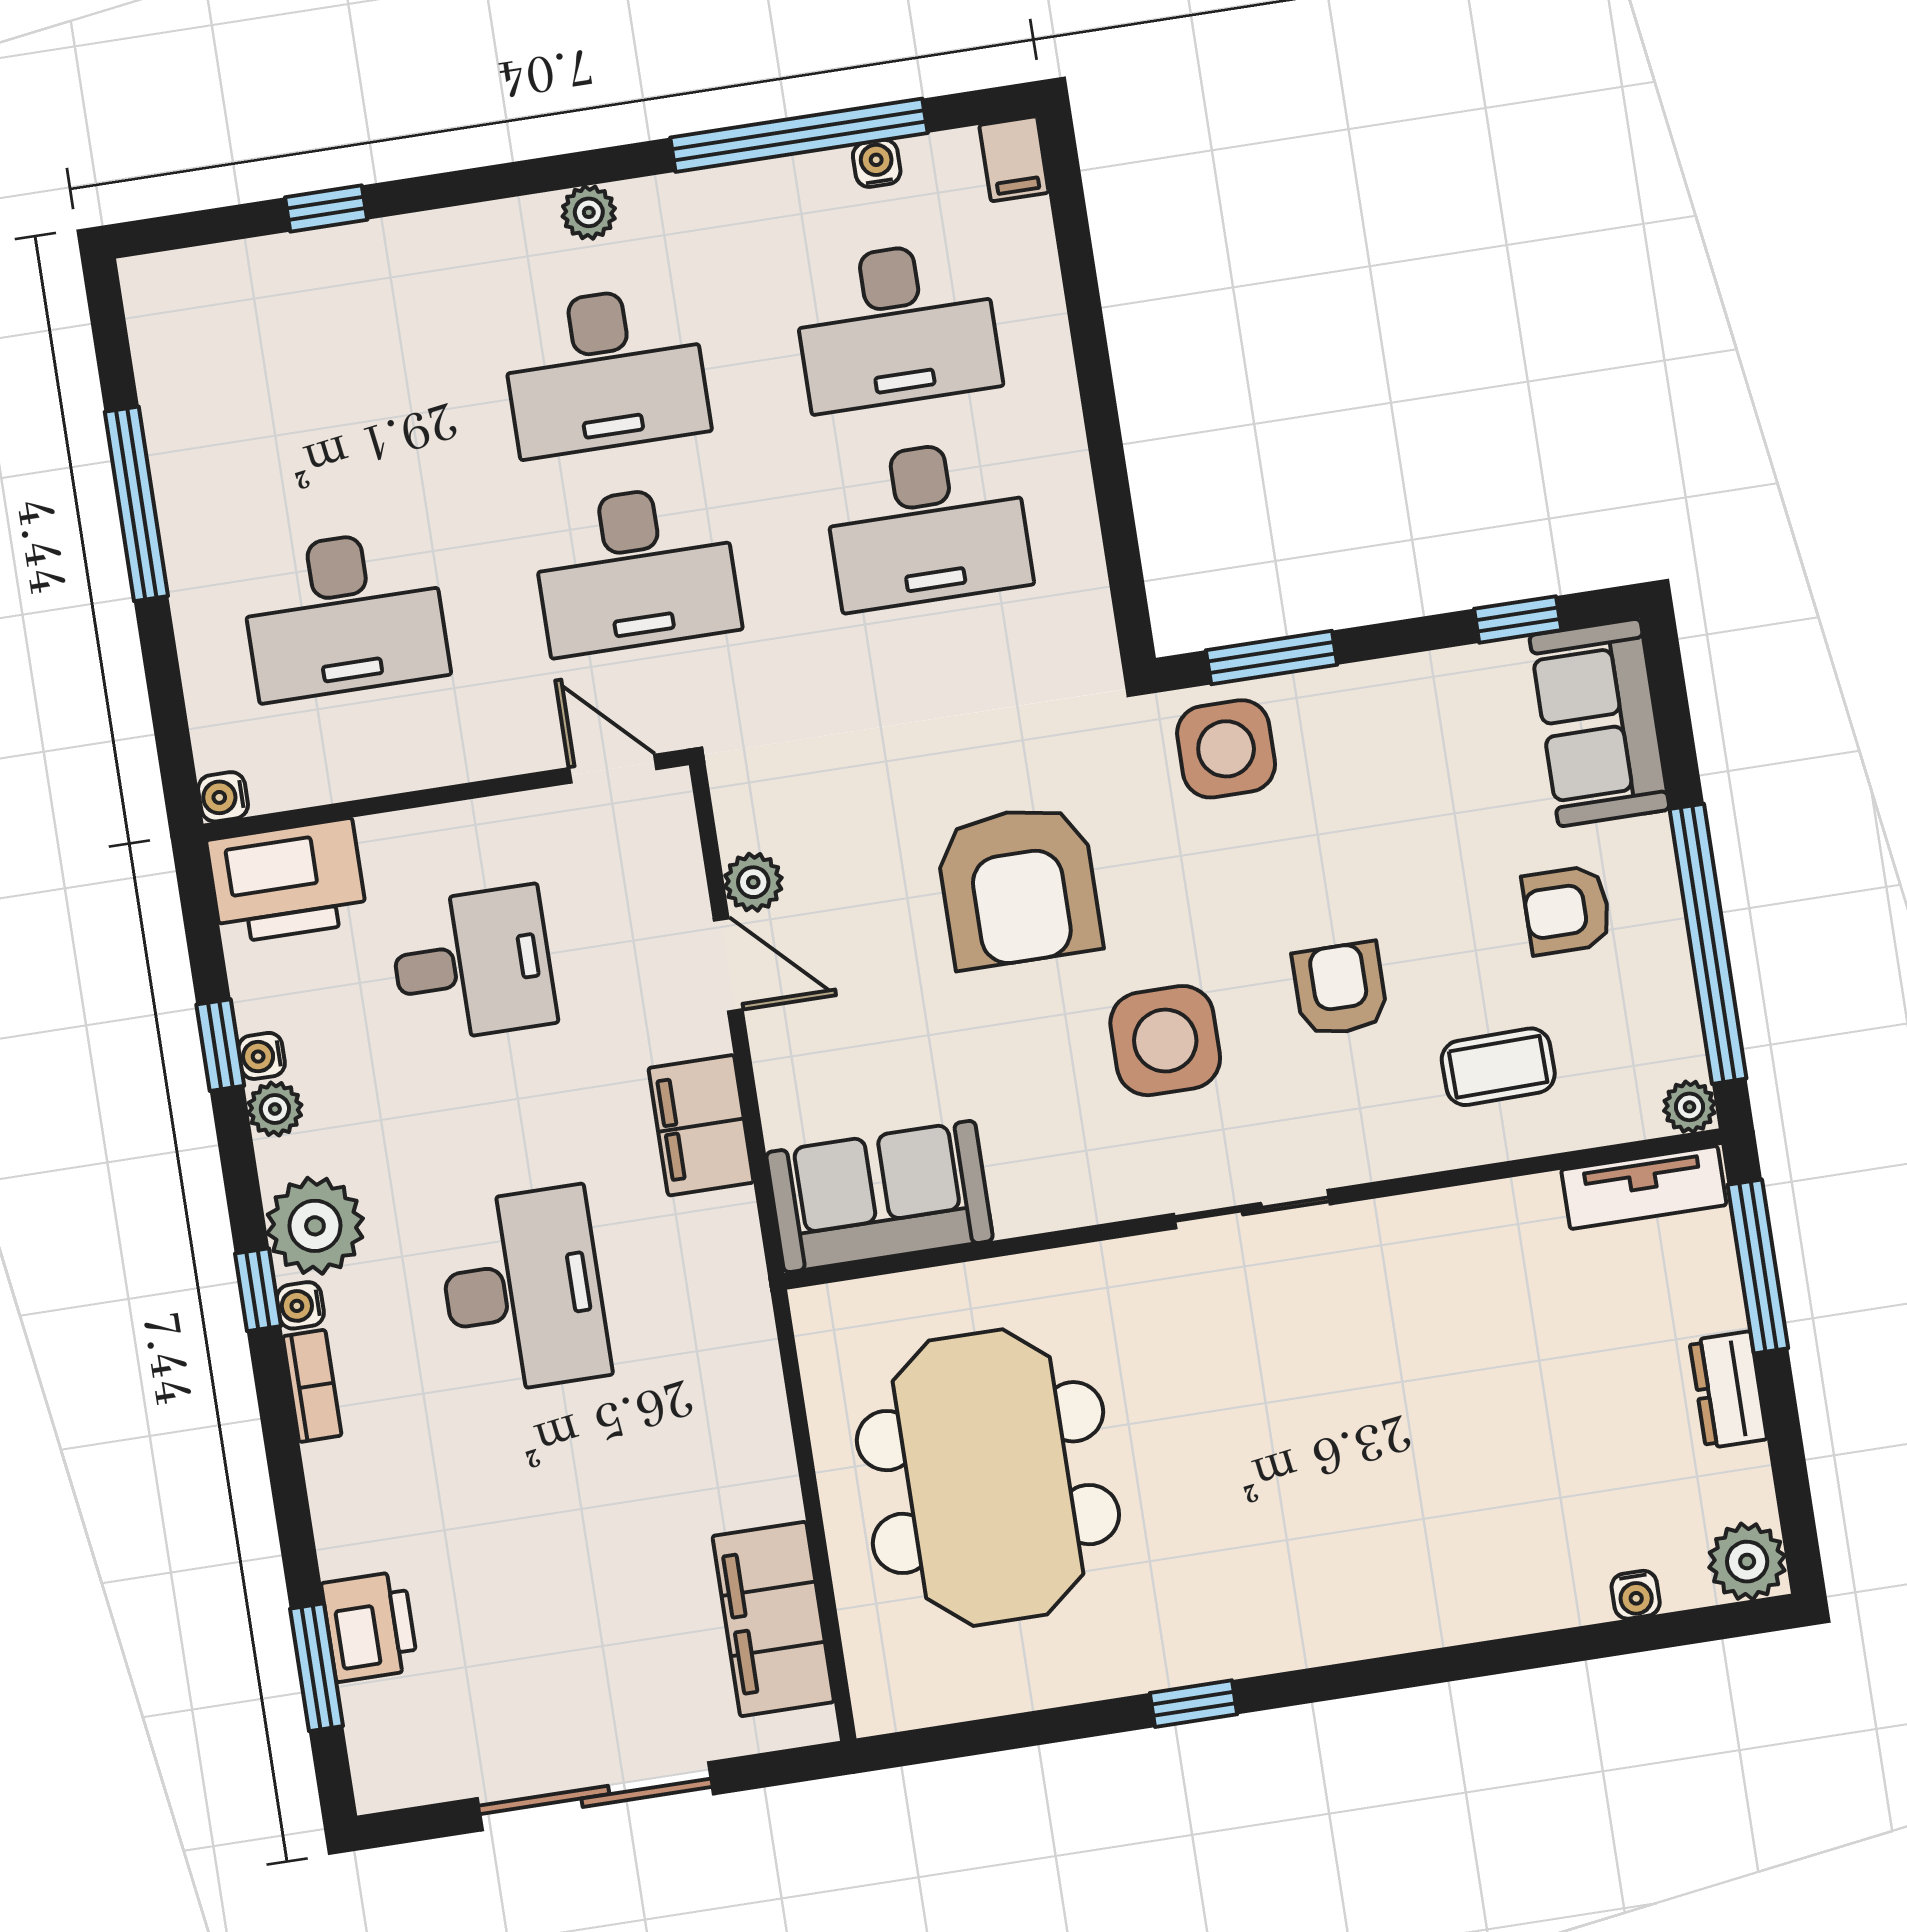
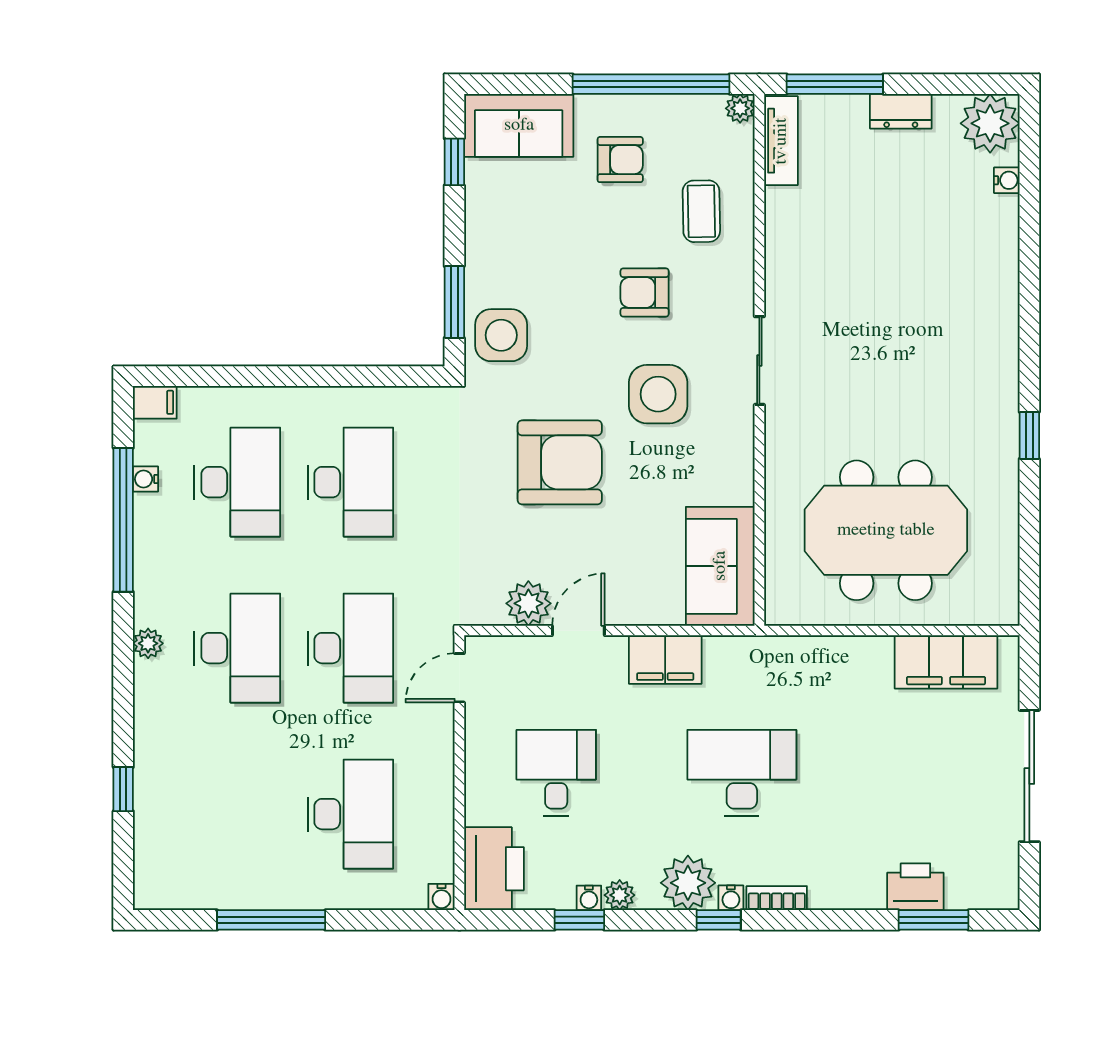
plant: (753, 882) -> (528, 603), width x1.38, depth x1.38
armchair: (1567, 910) -> (620, 160), turned -90
plant: (1747, 1562) -> (990, 123), width x1.36, depth x1.36

